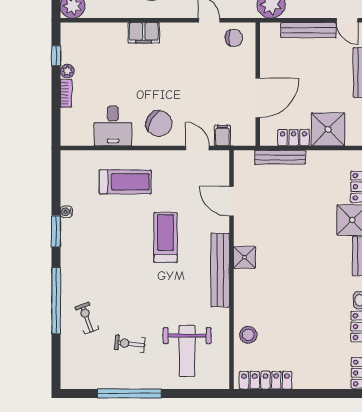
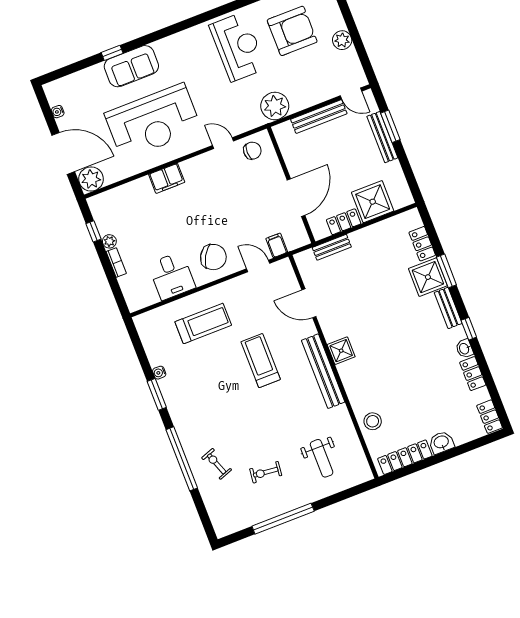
bench: (280, 157) -> (332, 247), width x0.73
weight bench: (187, 351) -> (322, 458), width x0.73, depth x0.75
washbasin: (305, 380) -> (441, 442), added

